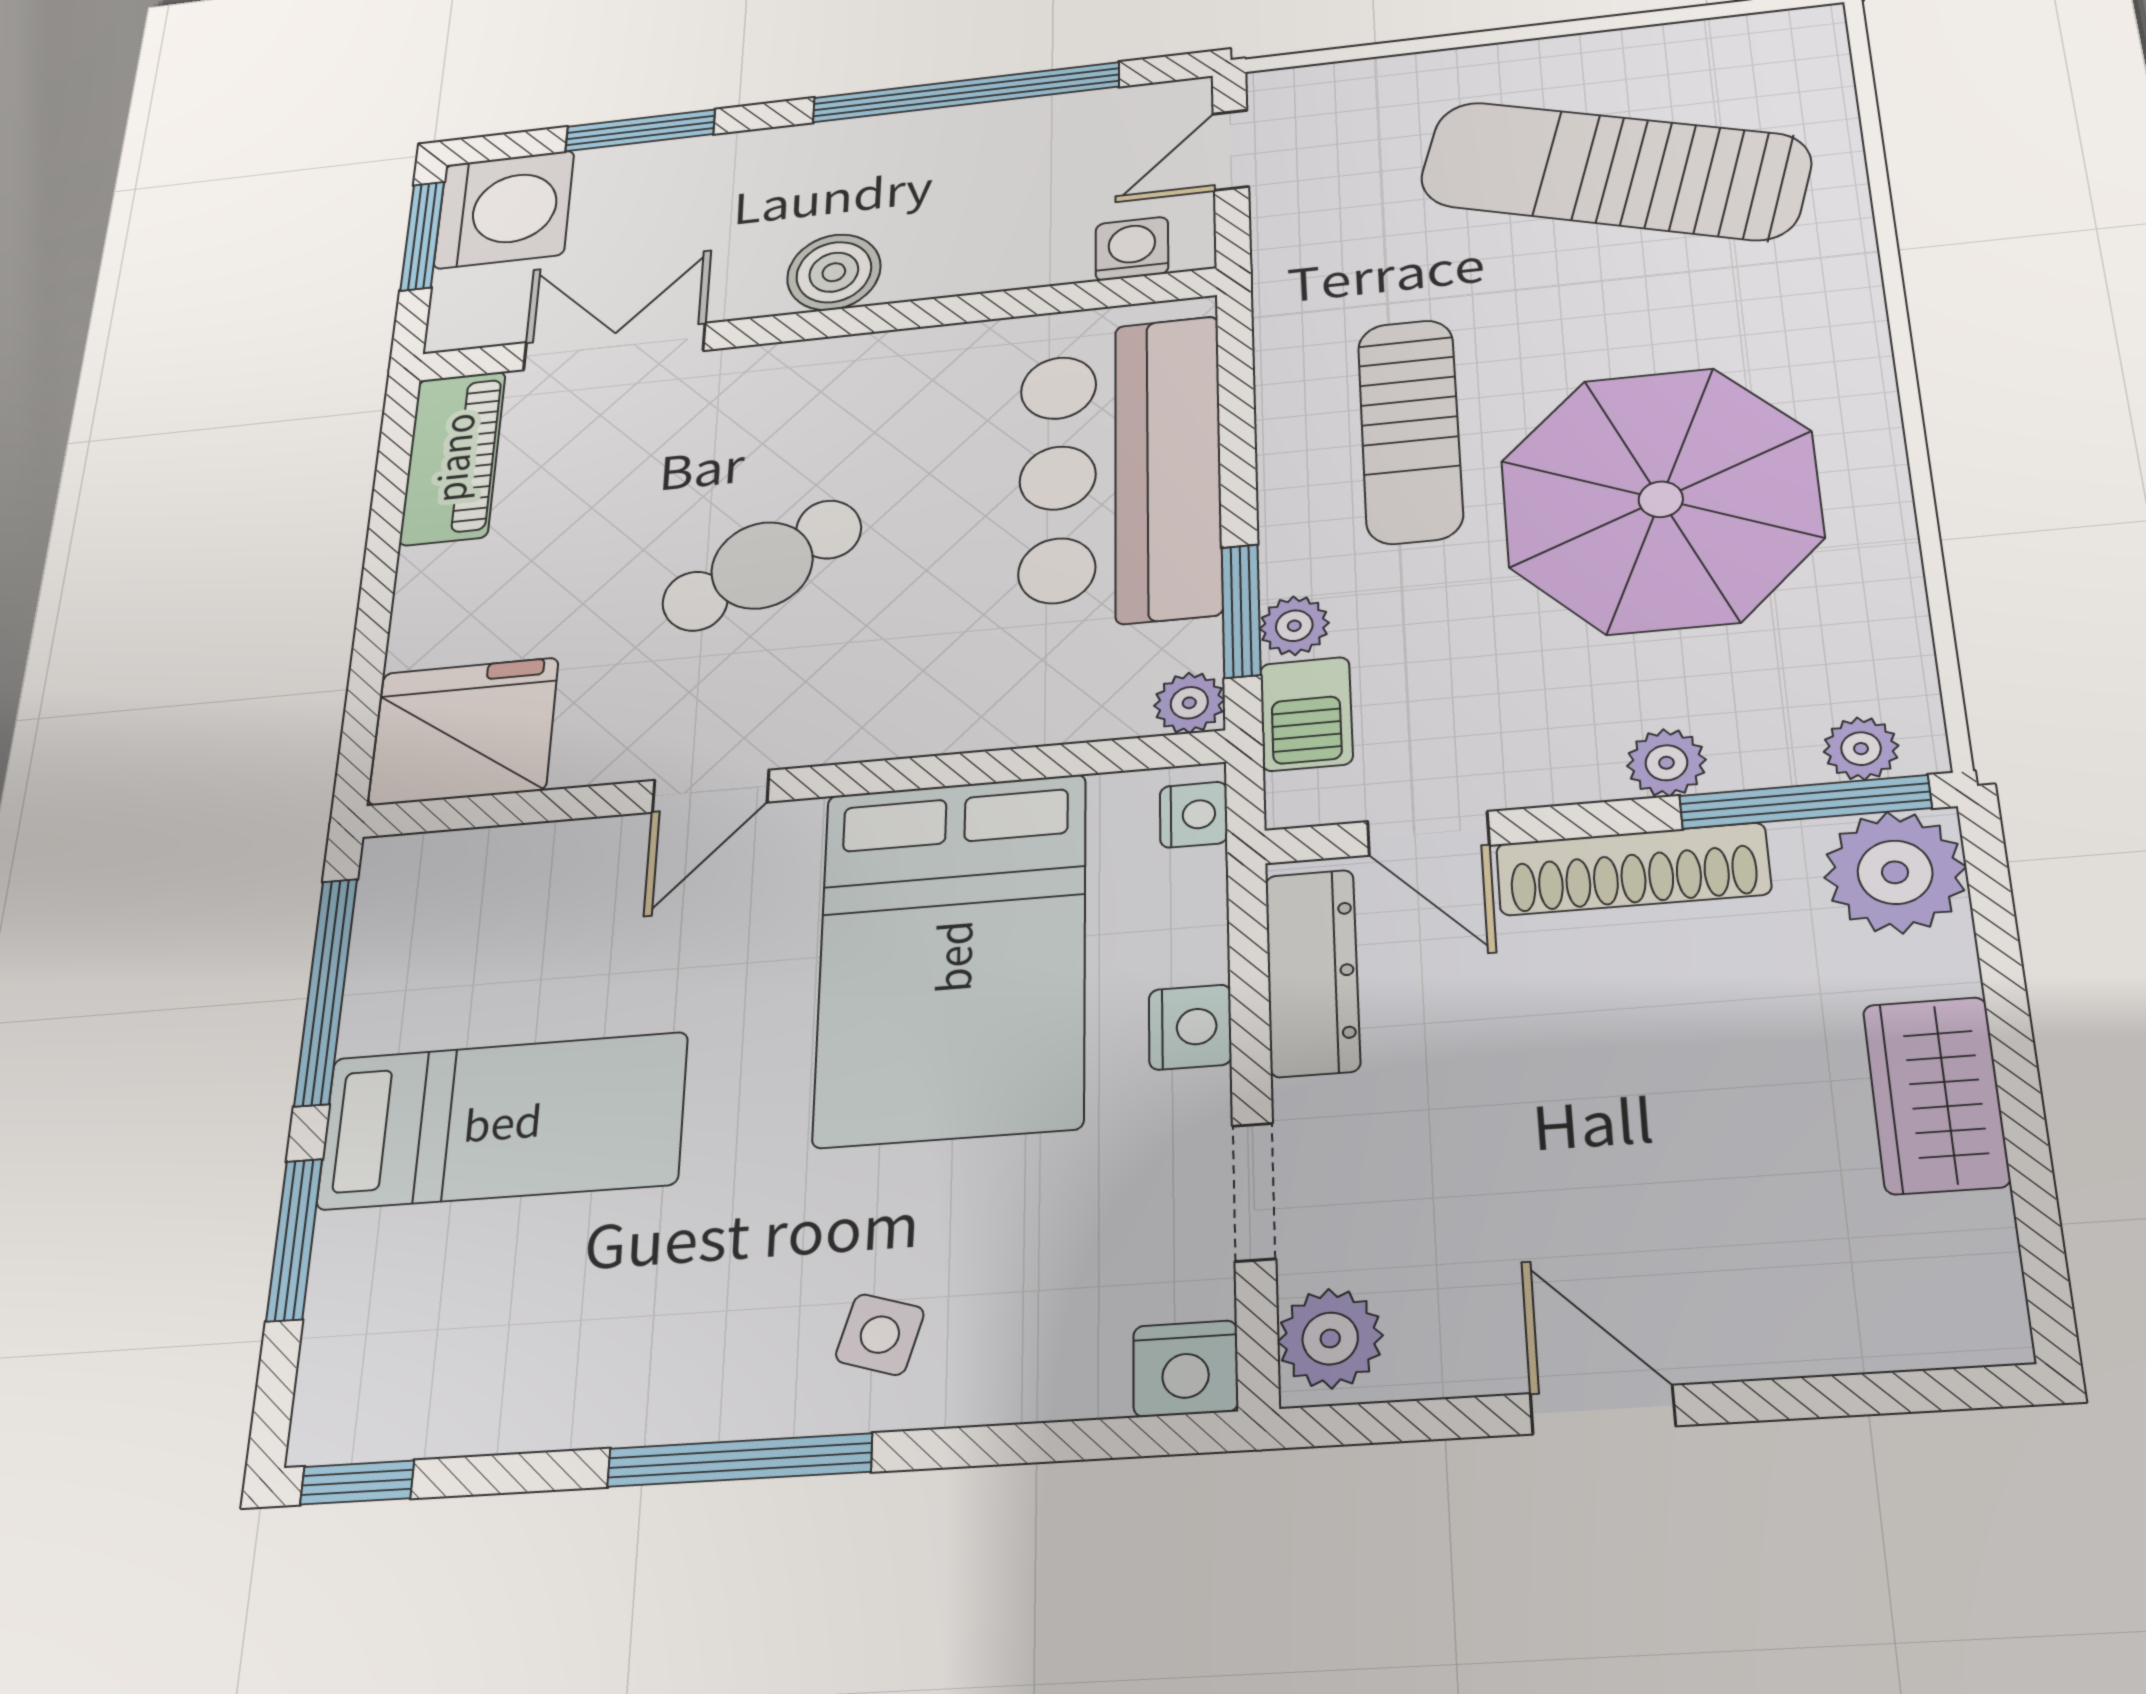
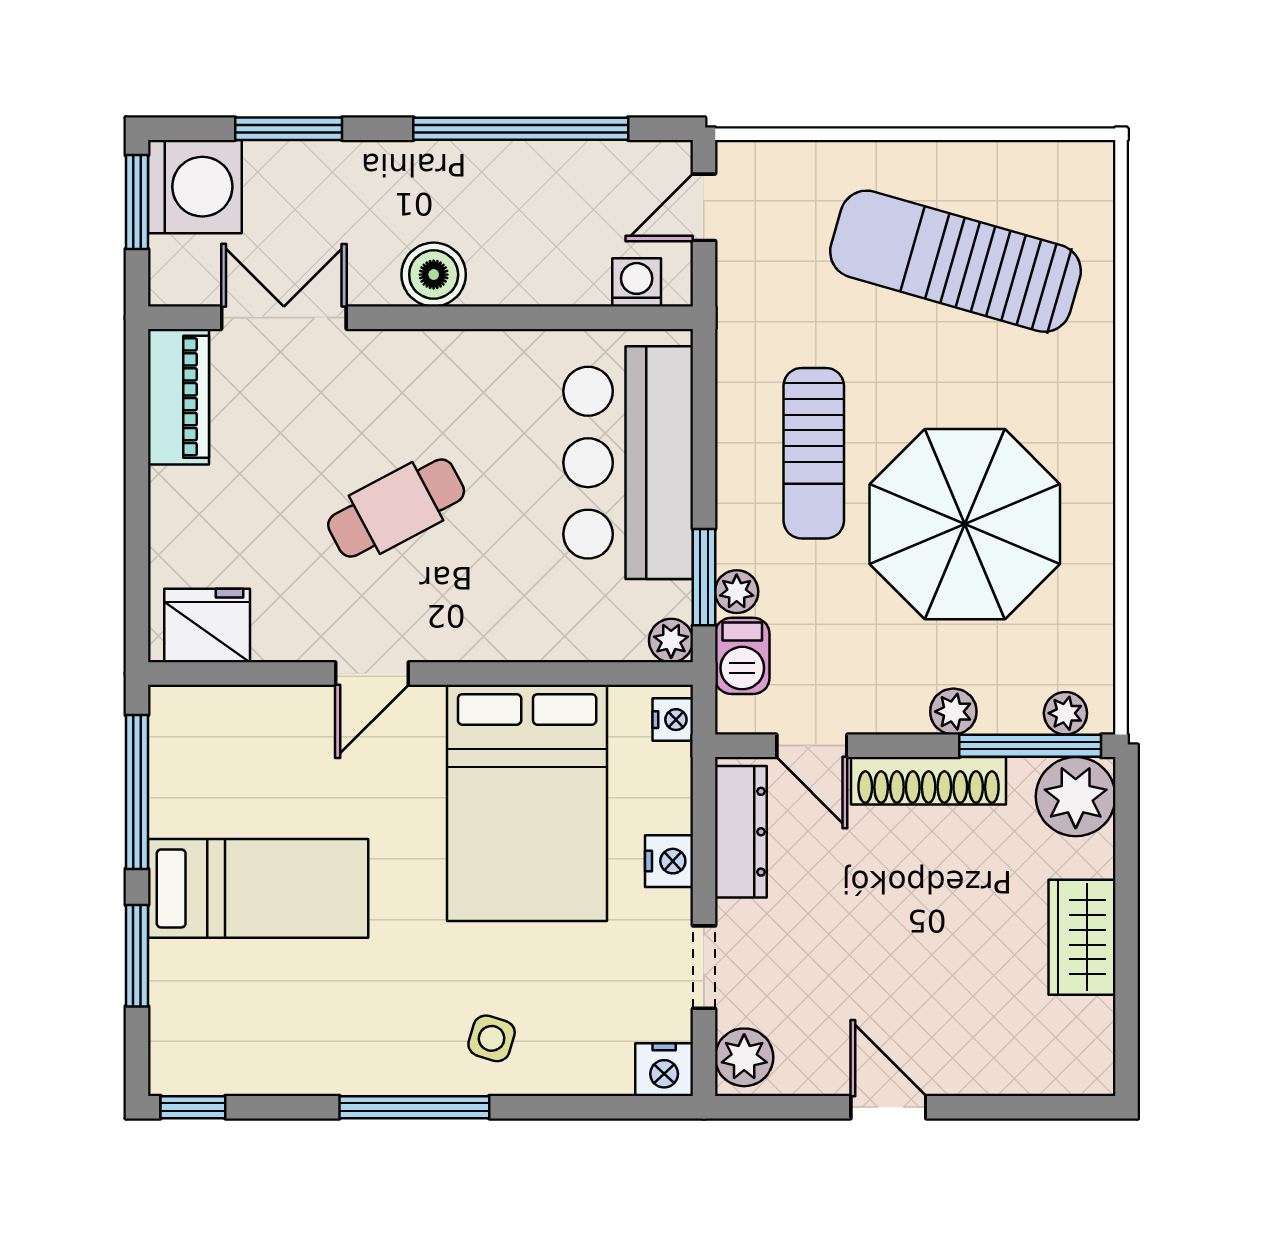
fridge: (464, 731) -> (207, 626), width x0.73, depth x0.75

